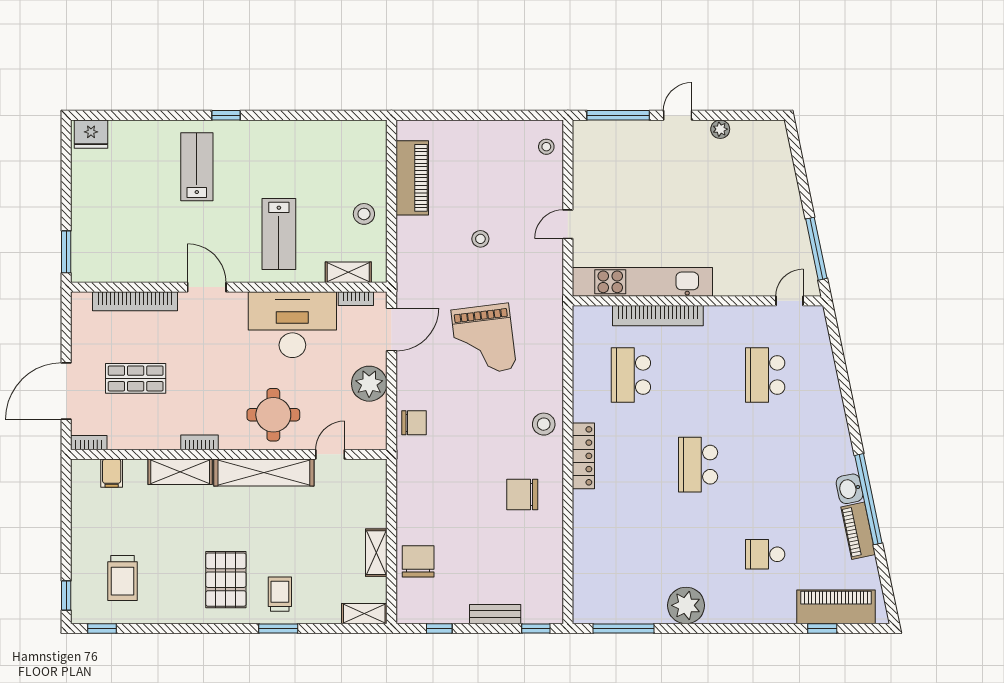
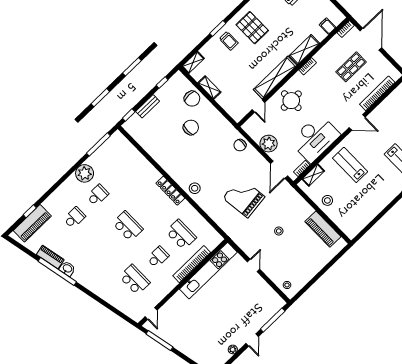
school desk: (698, 375) -> (158, 257), added
chair: (522, 495) -> (191, 127), moved
school desk: (698, 554) -> (98, 195), added

